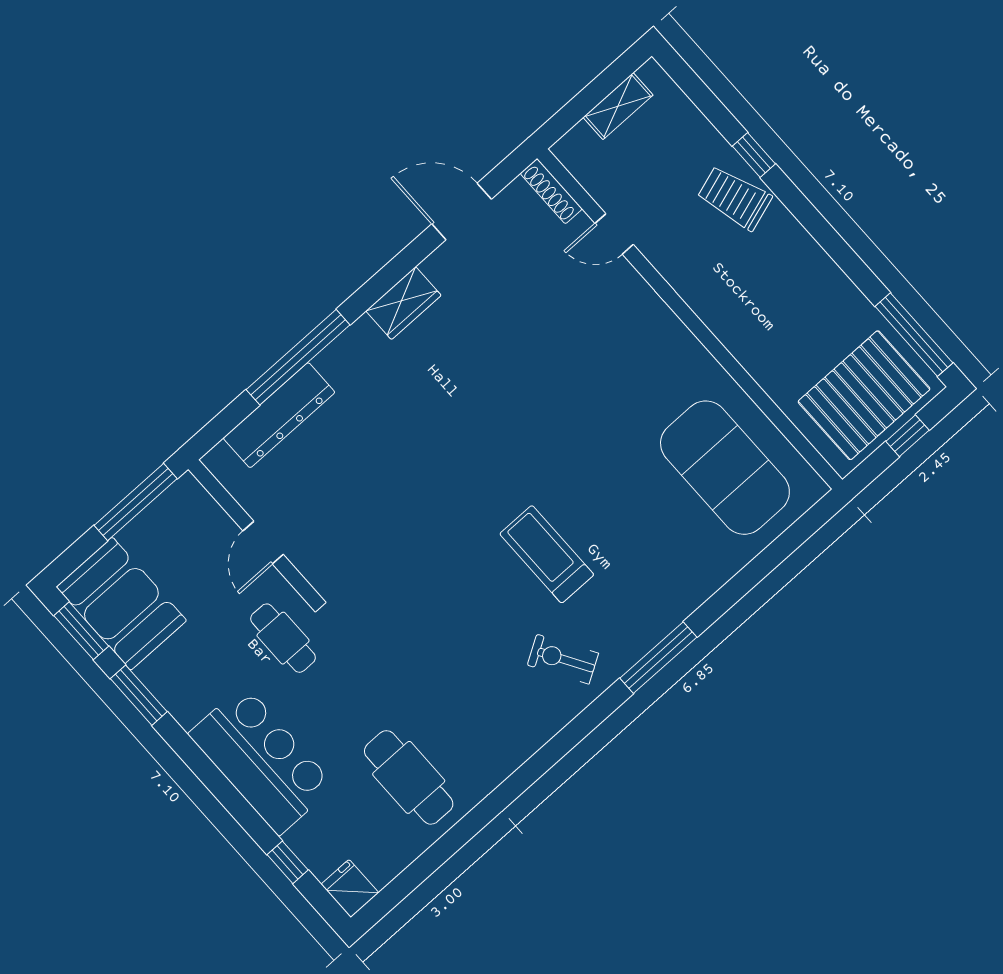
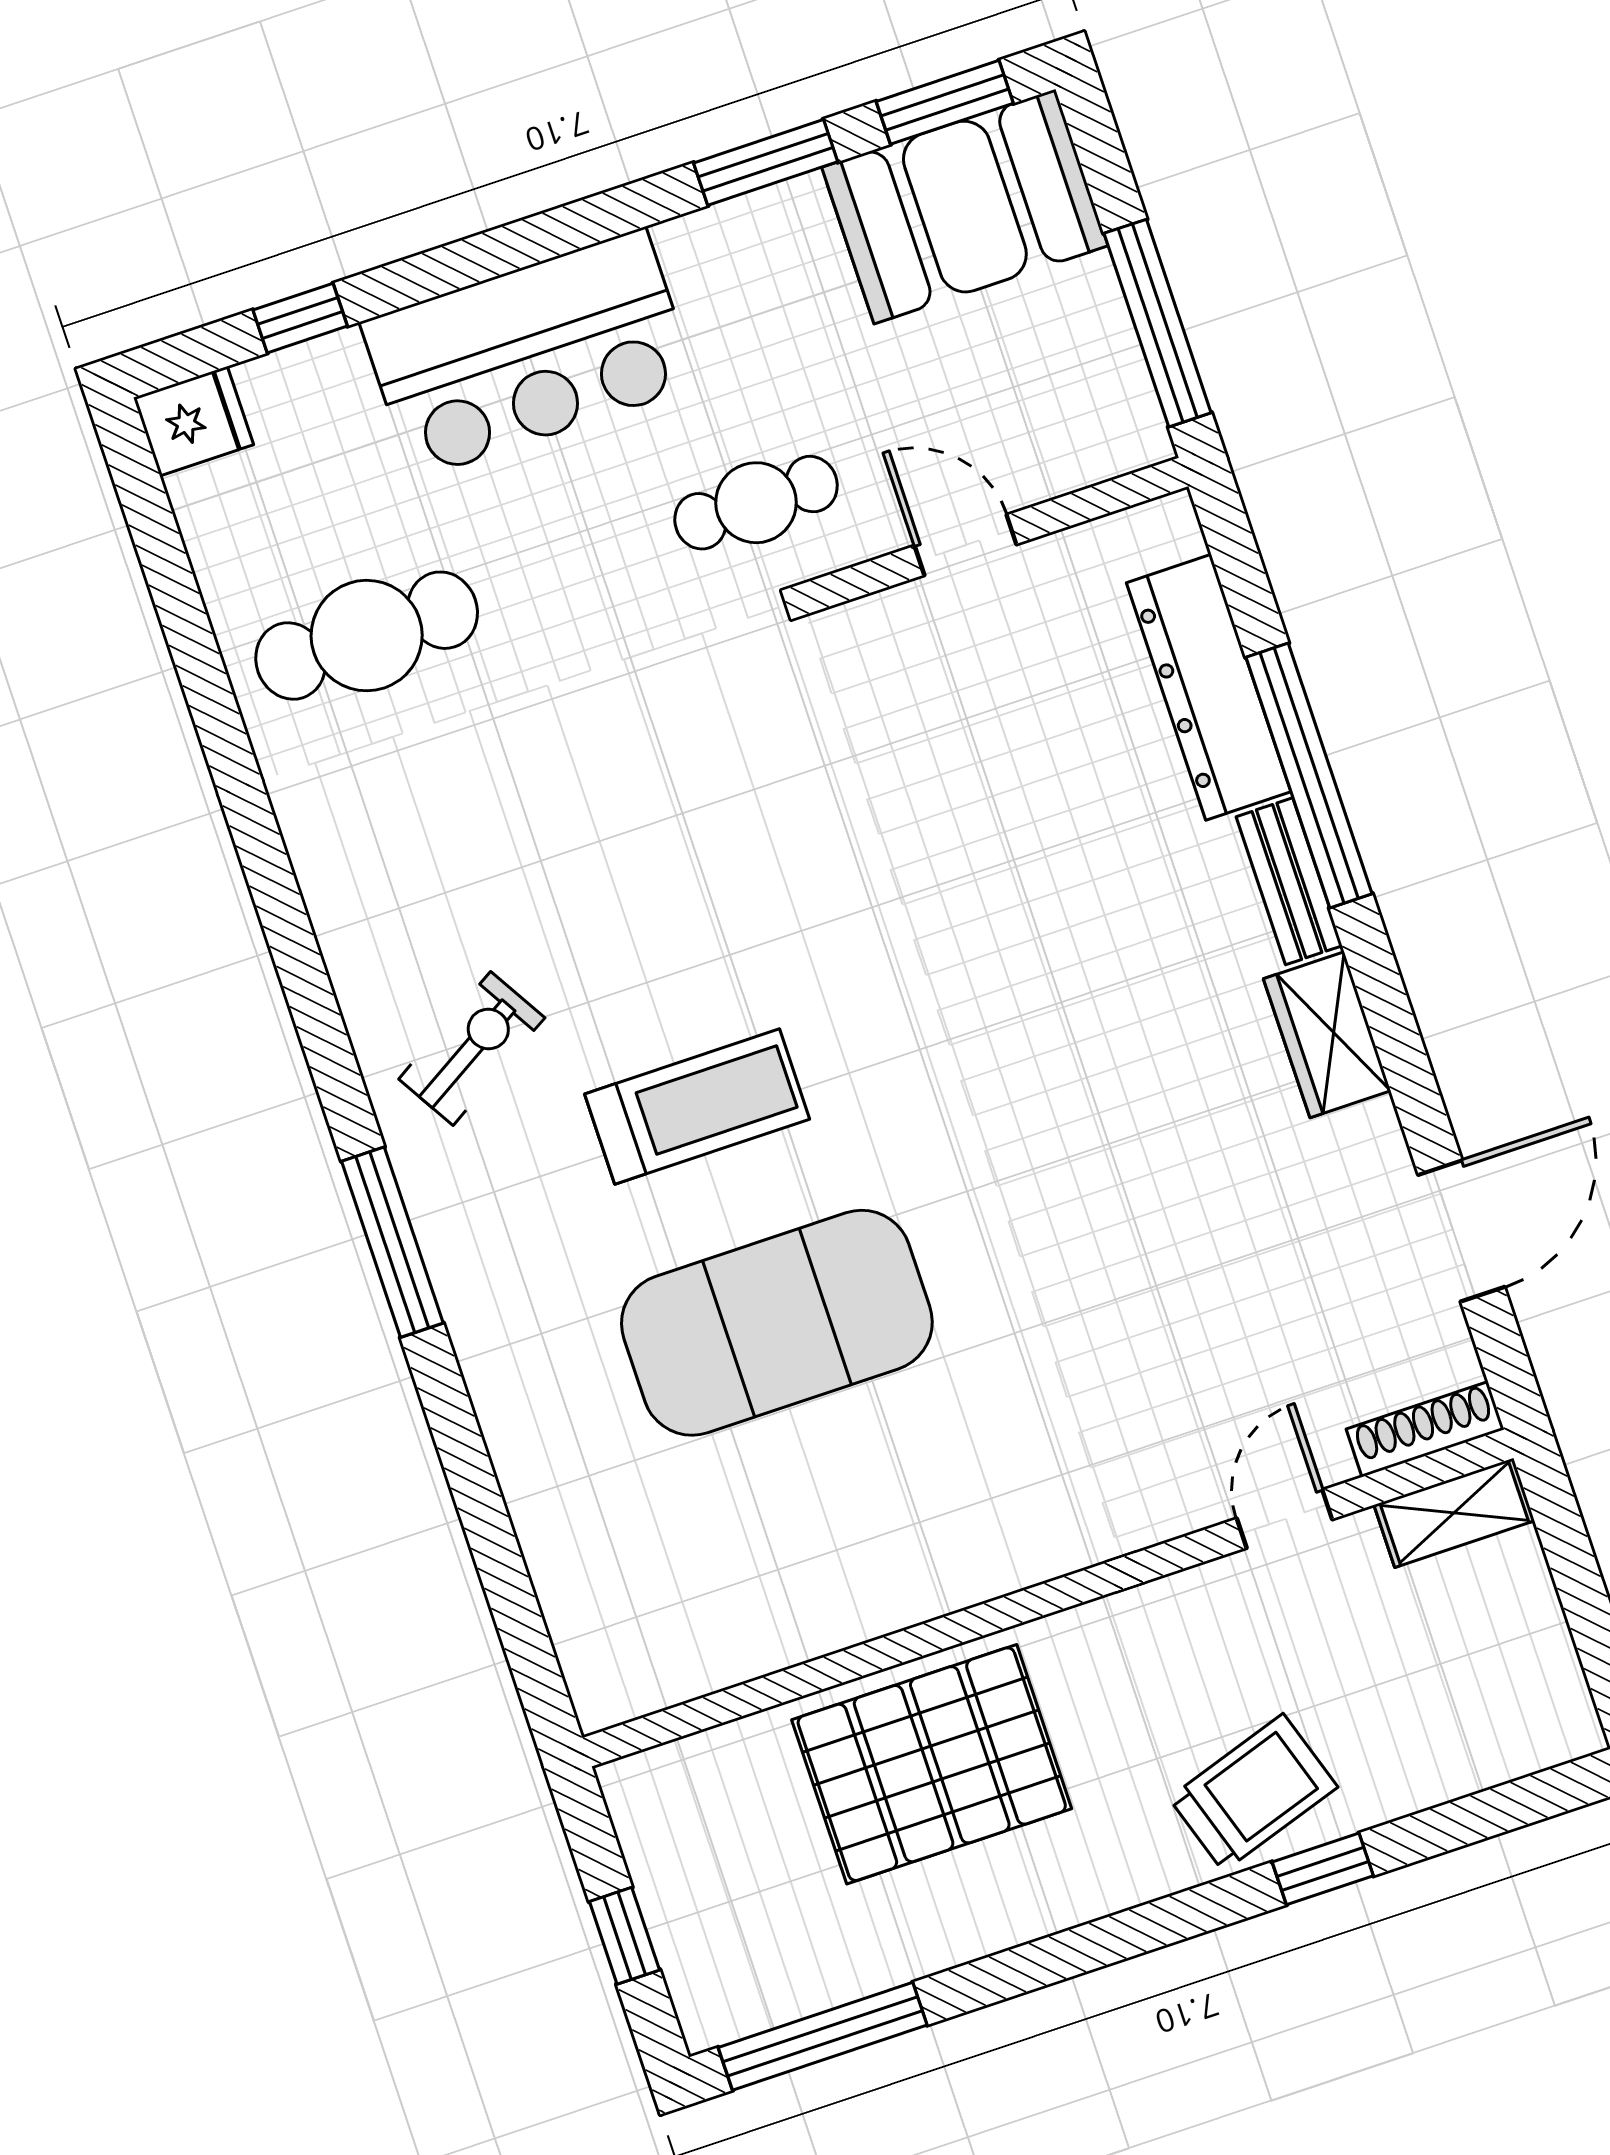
shelving: (618, 106) -> (1454, 1513), moved, turned 90
bench: (346, 347) -> (1289, 881), added
pallet: (864, 395) -> (932, 1764), moved, turned 90
exercise mat: (725, 468) -> (777, 1323), moved

